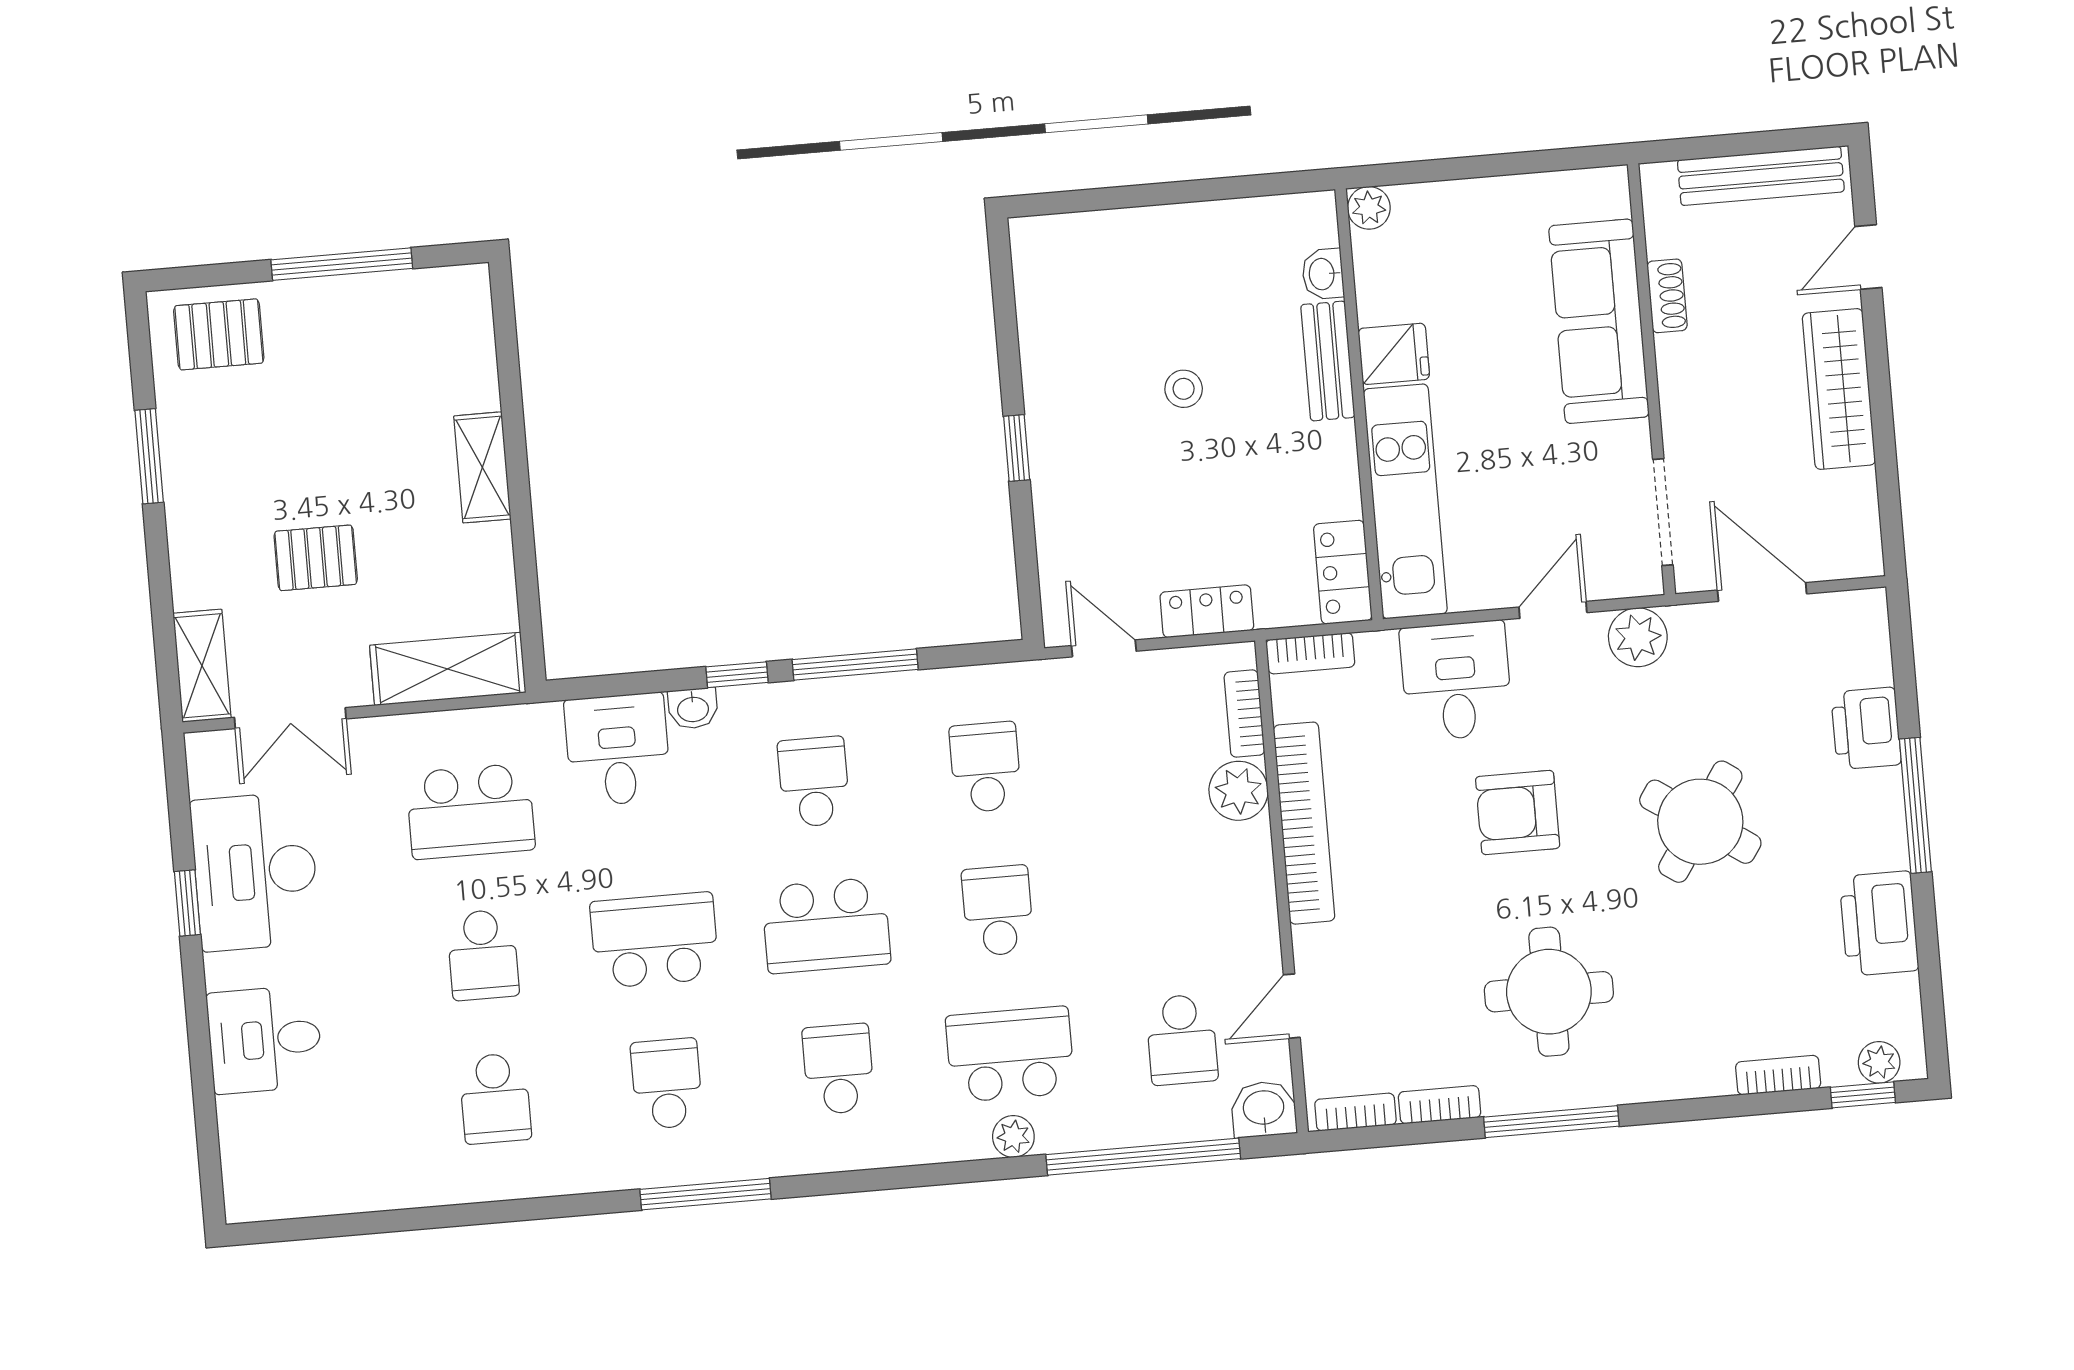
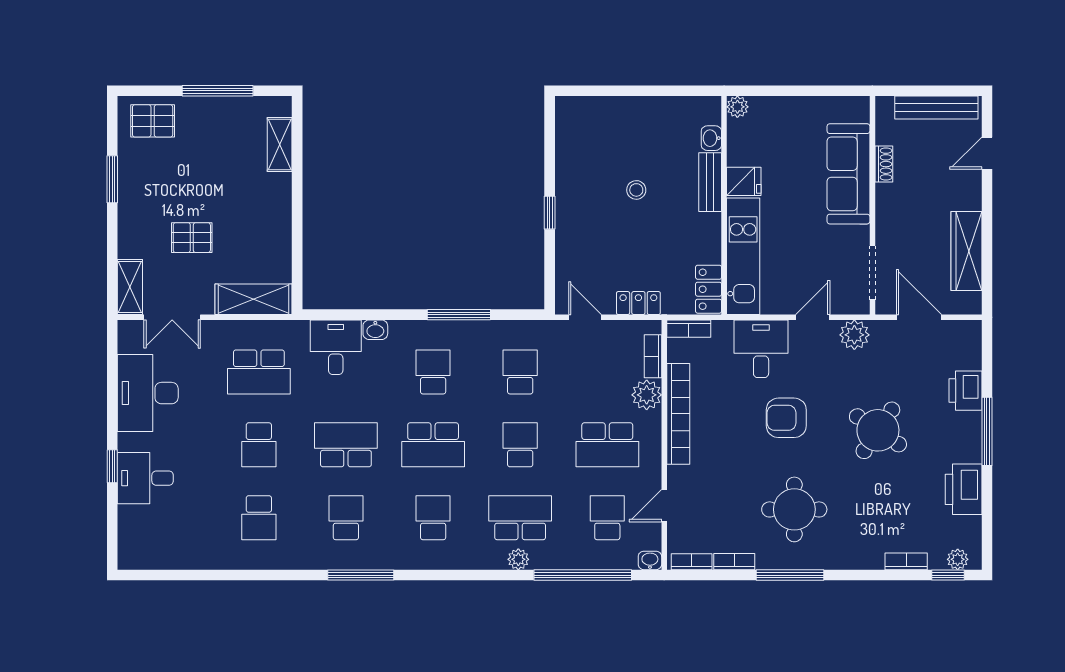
wardrobe: (1839, 389) -> (966, 251), moved
shelving: (482, 467) -> (280, 144), moved
window: (737, 675) -> (399, 315), removed
school desk: (1169, 896) -> (607, 445), added
window: (187, 903) -> (112, 466), moved
school desk: (1182, 1040) -> (607, 518), turned 180
washbasin: (1264, 1109) -> (650, 560), width x0.72, depth x0.69

